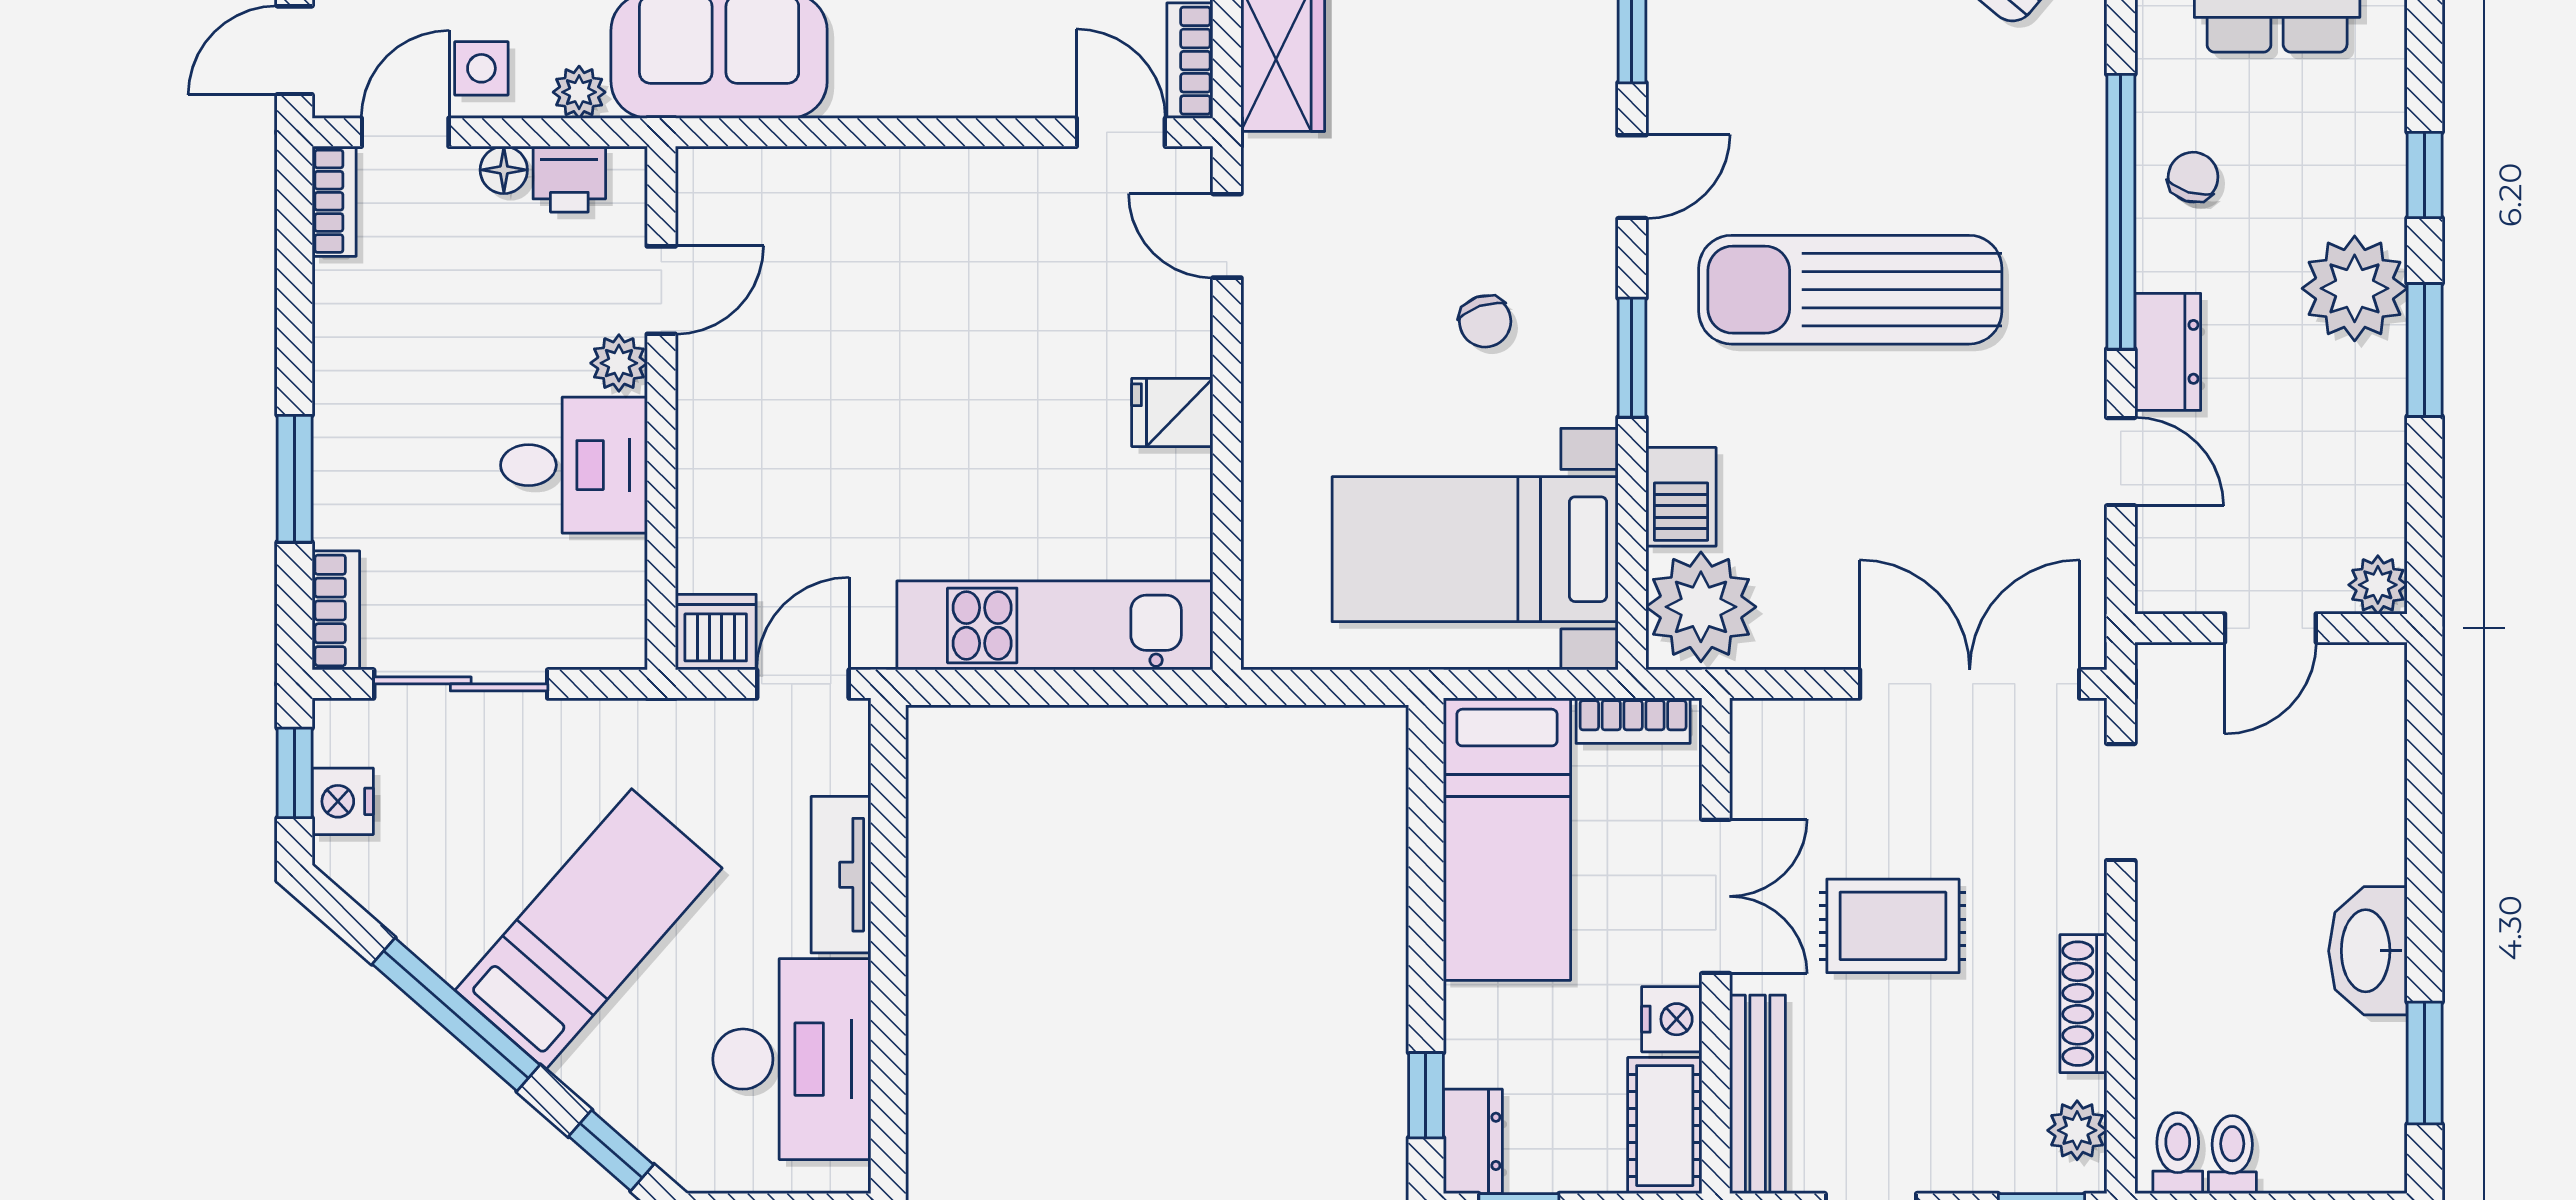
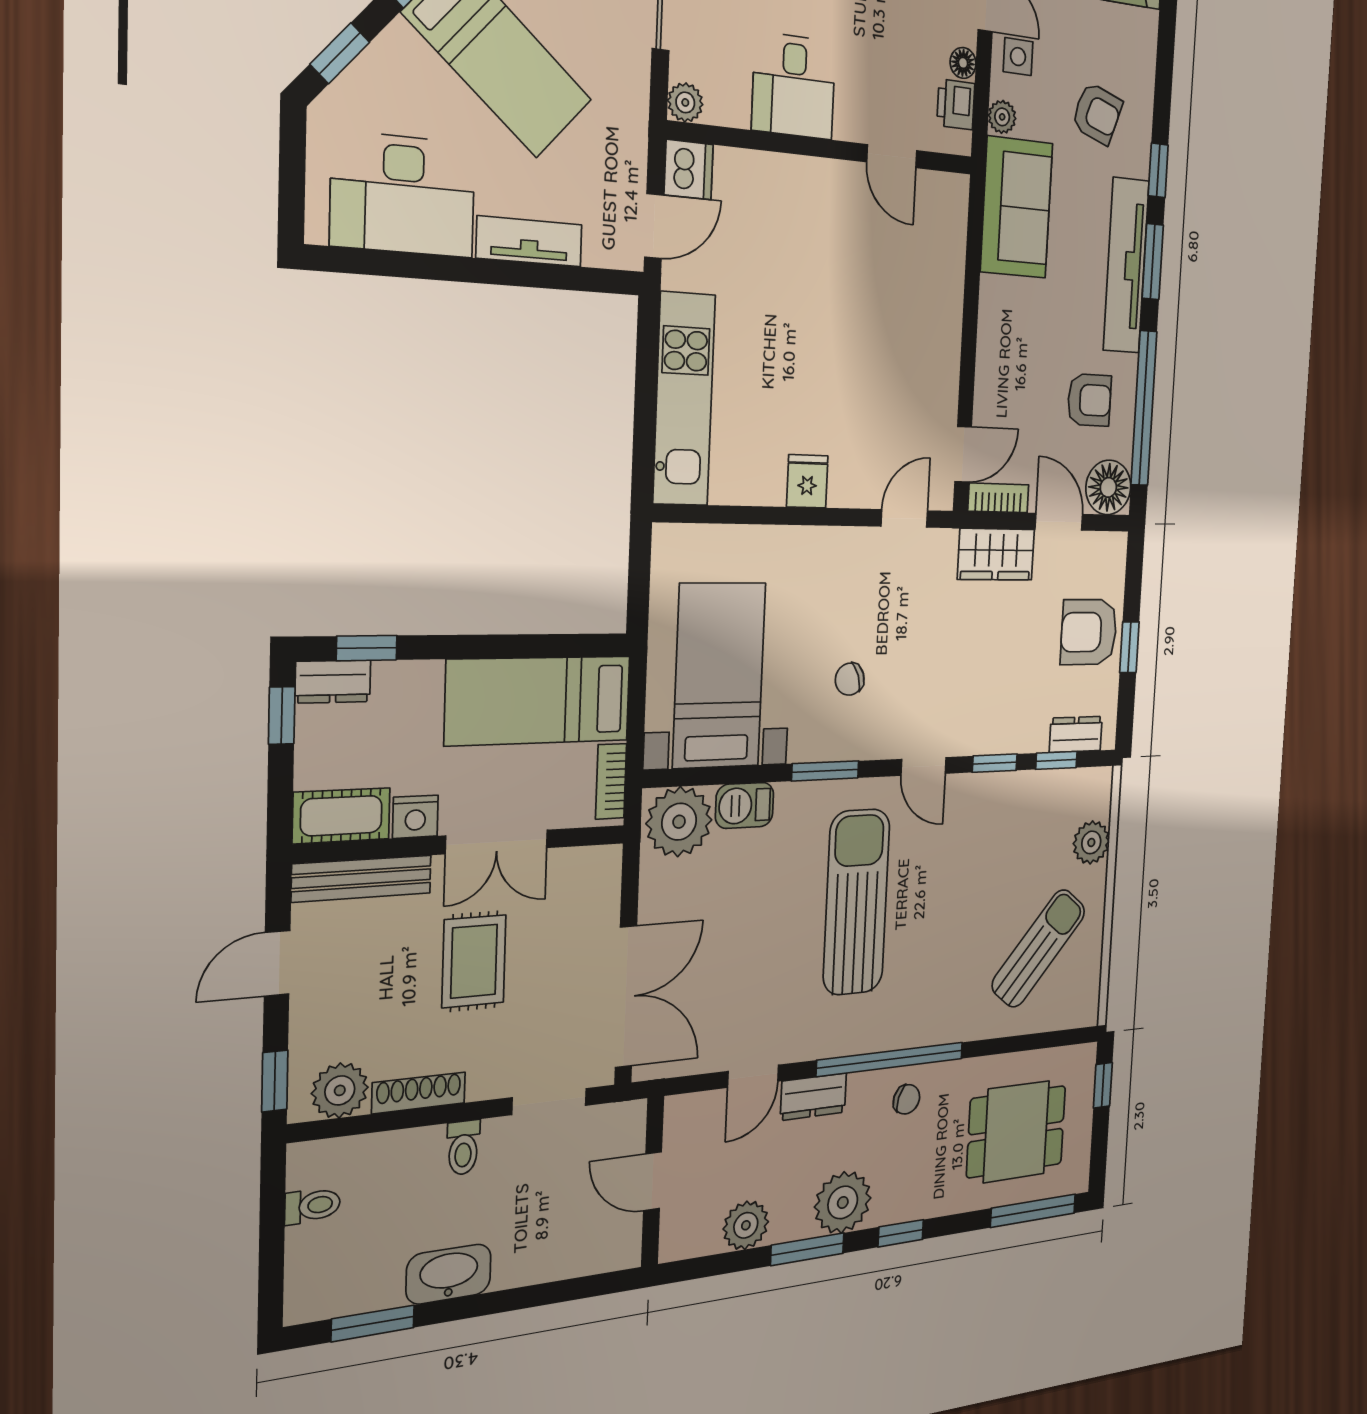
plant: (619, 363) -> (685, 102), moved
plant: (2378, 585) -> (746, 1225), moved, width x1.38, depth x1.38
door: (803, 684) -> (654, 226), hinge flipped
plant: (2077, 1130) -> (340, 1090), width x1.38, depth x1.38
toilet: (2178, 1153) -> (463, 1148), moved, turned 90

